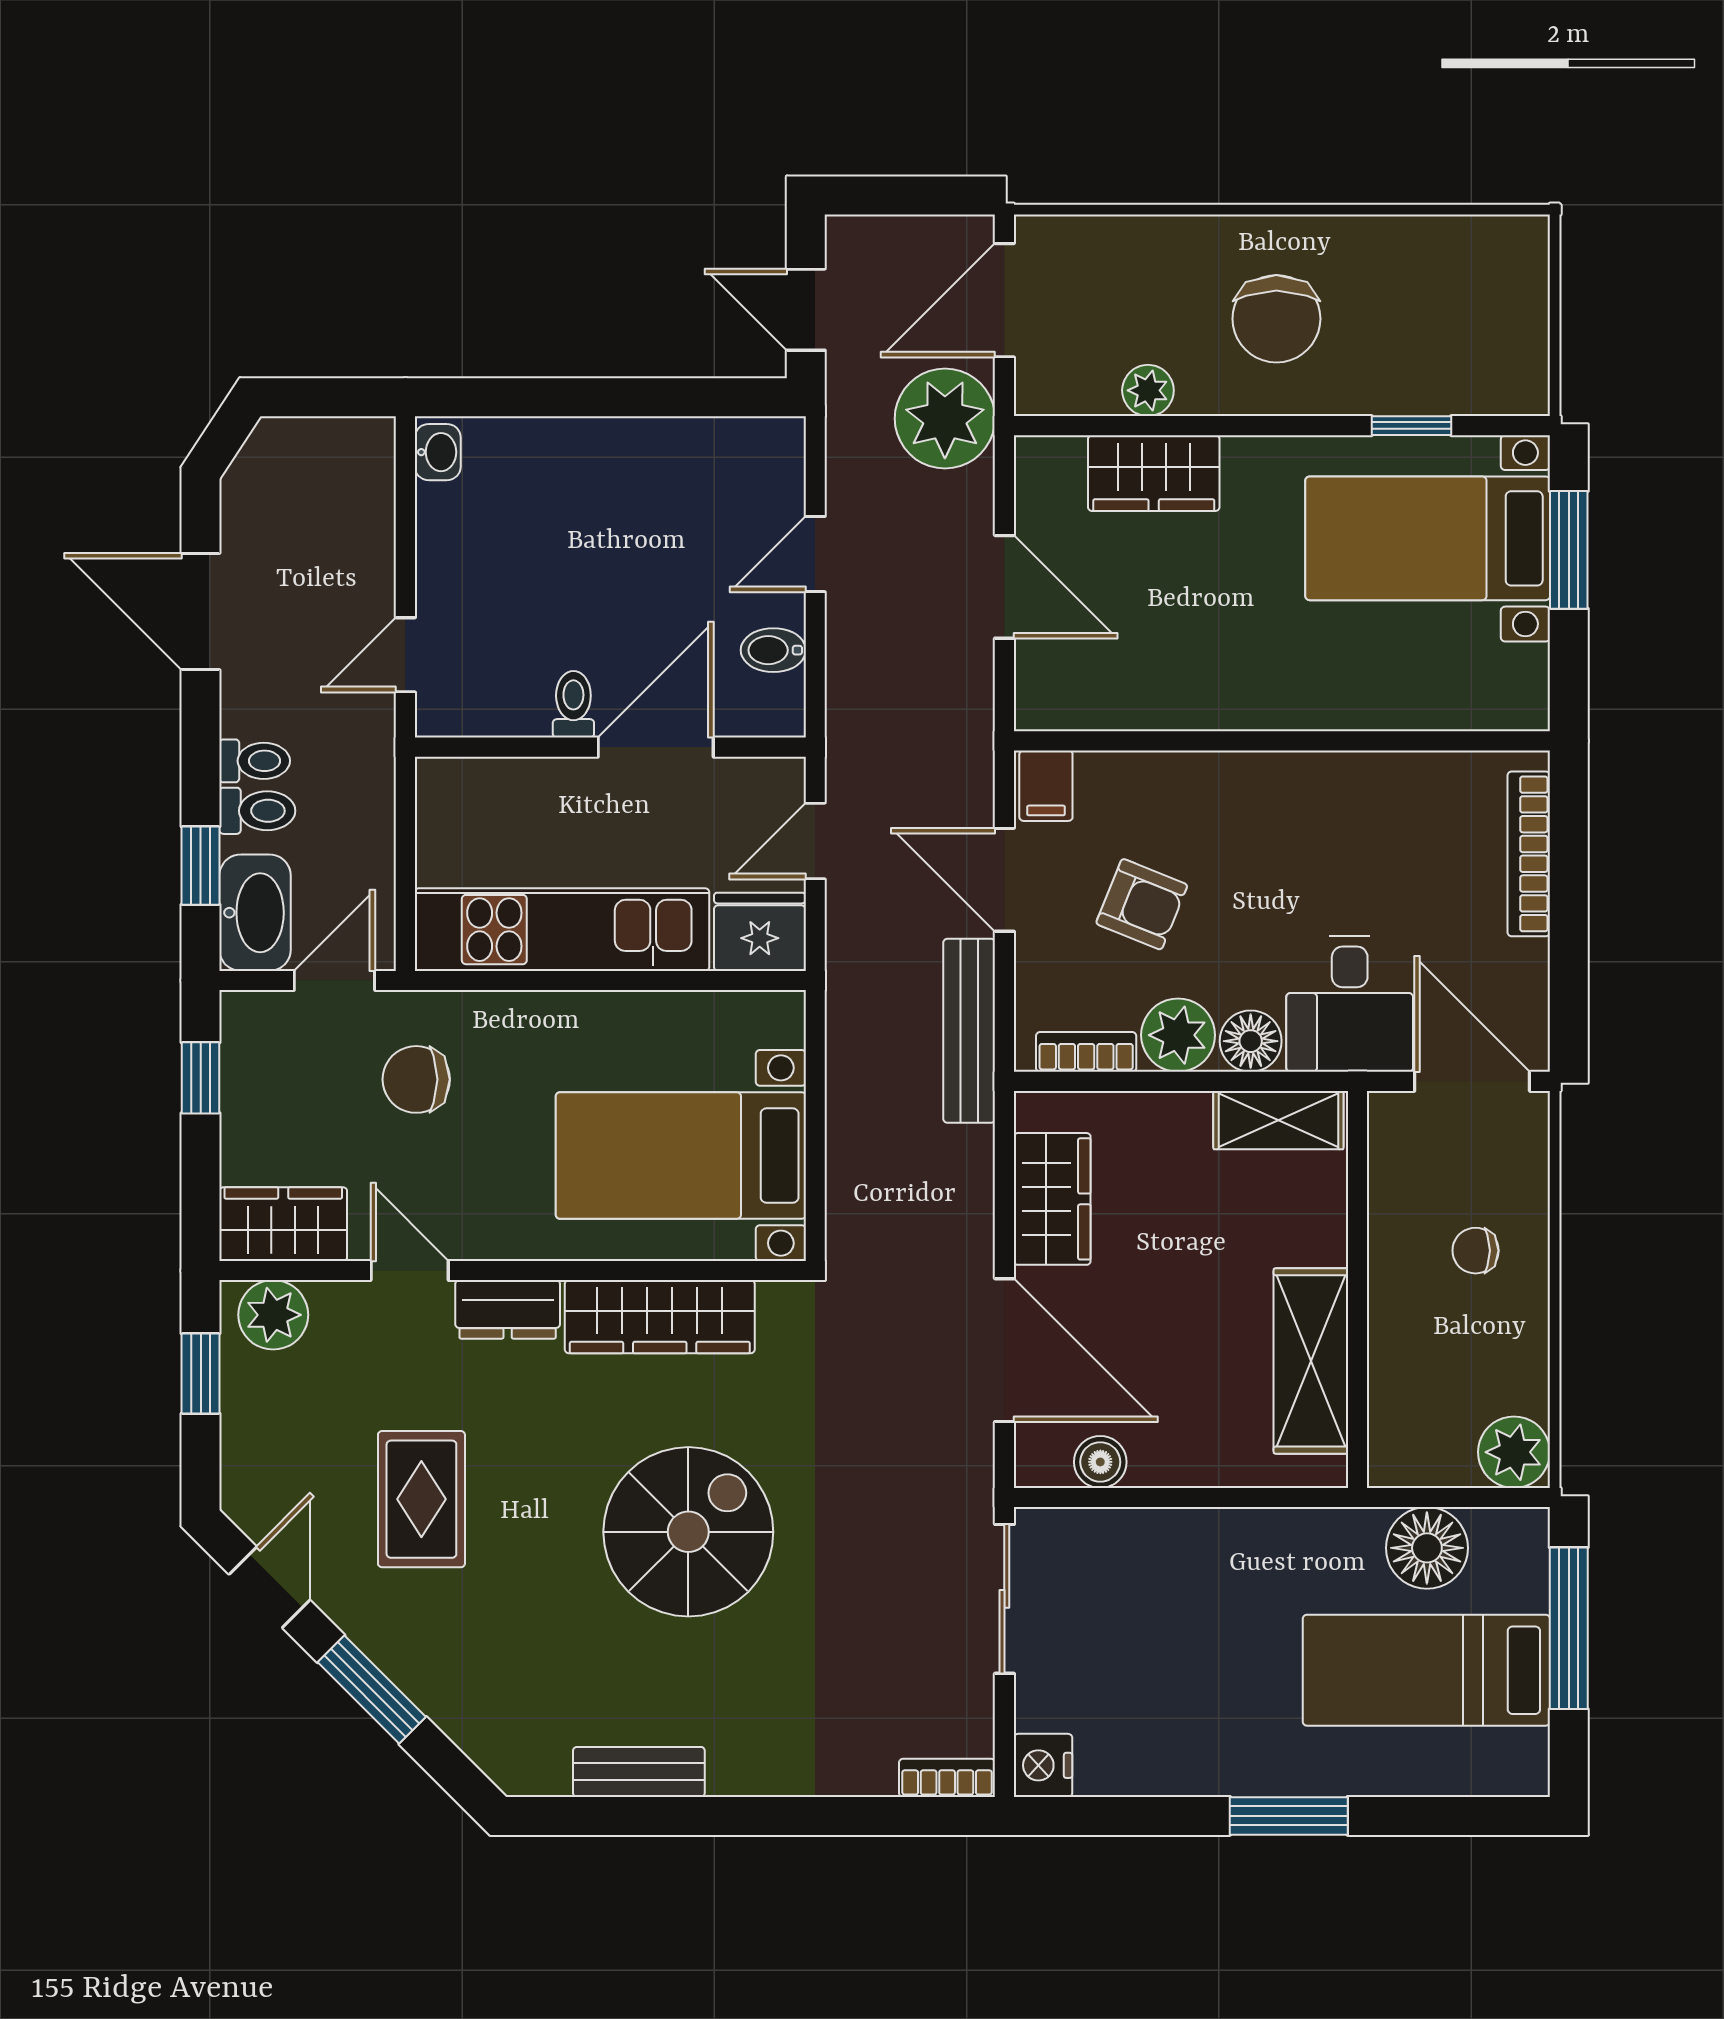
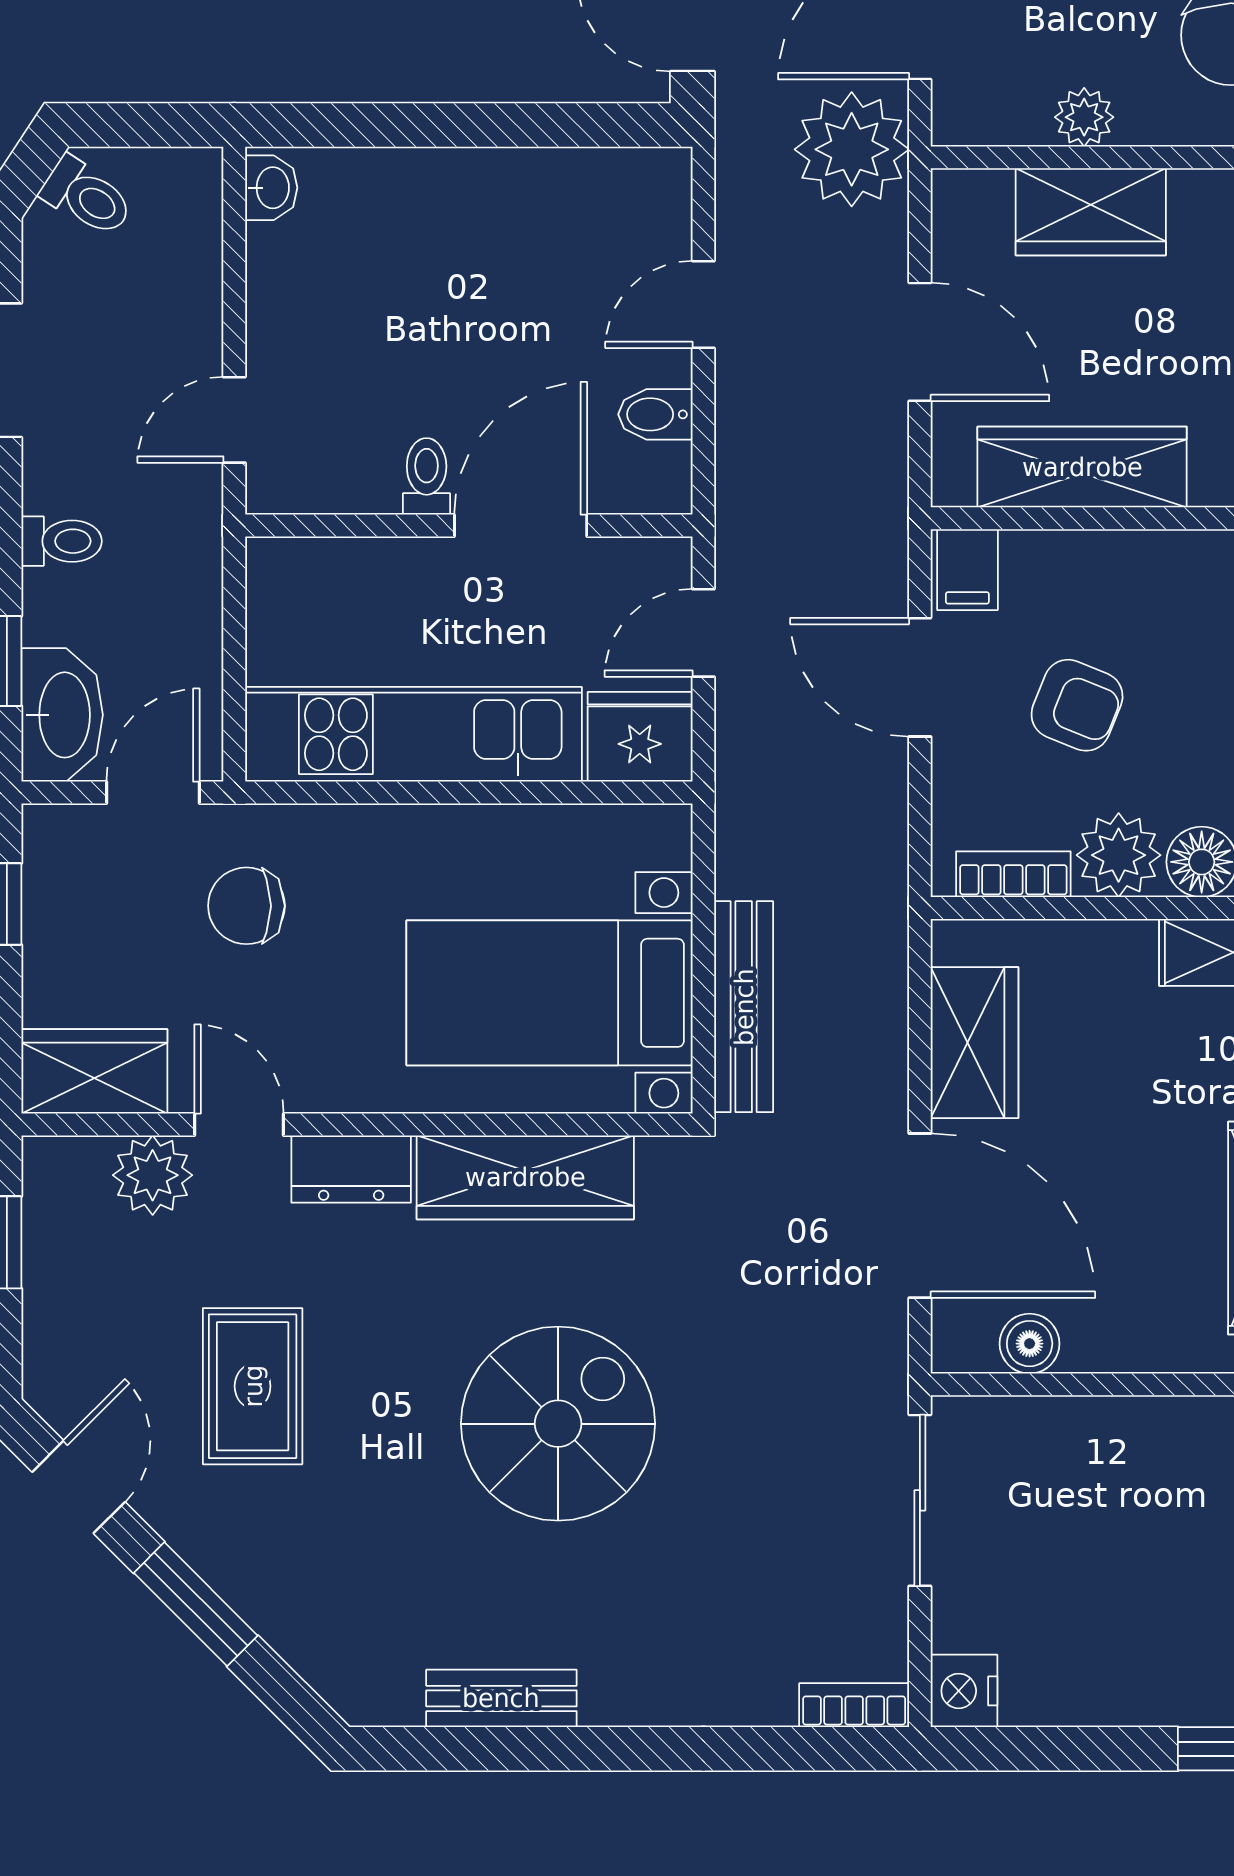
wardrobe: (1146, 696) -> (1082, 467), added
toilet: (257, 811) -> (87, 197), moved, turned 33
bench: (969, 1031) -> (744, 1007), moved
plant: (273, 1315) -> (153, 1175), moved

